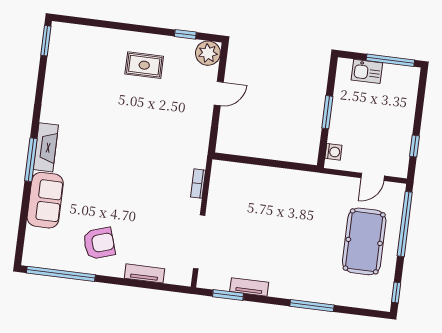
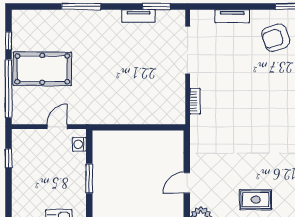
door: (373, 177) -> (57, 127), moved
pool table: (364, 241) -> (42, 69), turned 90
window: (396, 292) -> (9, 41), moved

